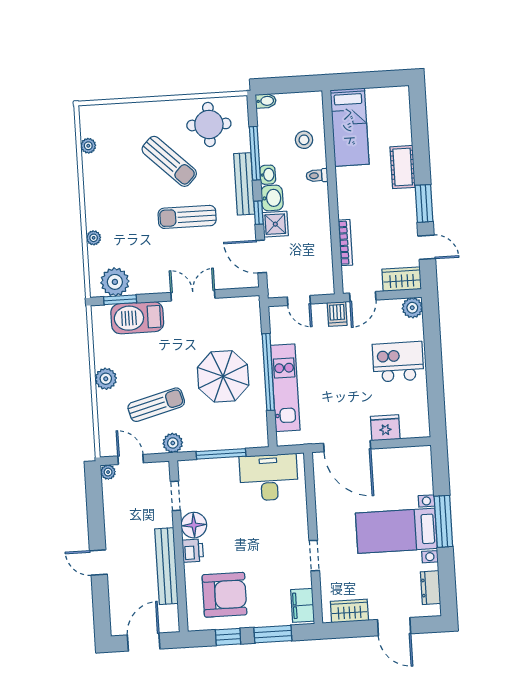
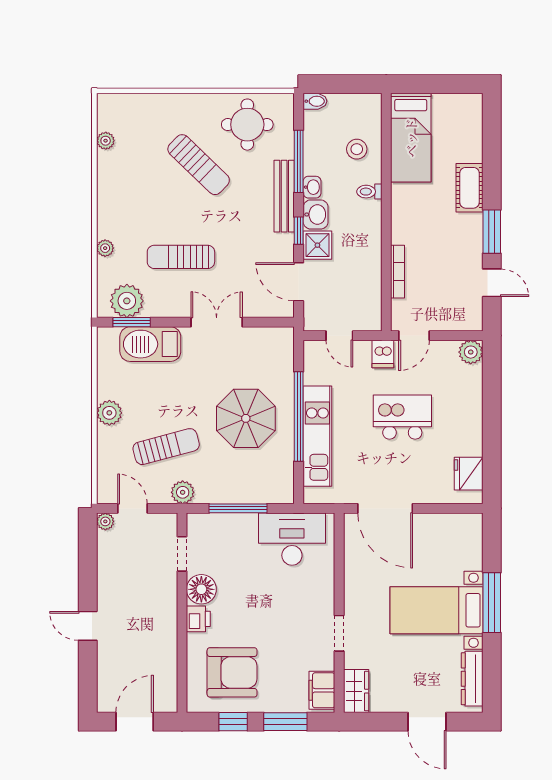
sun lounger: (187, 217) -> (181, 257), moved
wardrobe: (402, 279) -> (460, 318), removed
kitchen island: (398, 362) -> (402, 417), moved
fridge: (385, 428) -> (469, 474), moved, turned -90
bench: (166, 566) -> (167, 635), removed
dresser: (430, 588) -> (472, 679), width x1.44
wardrobe: (349, 611) -> (356, 691), moved, turned 90

